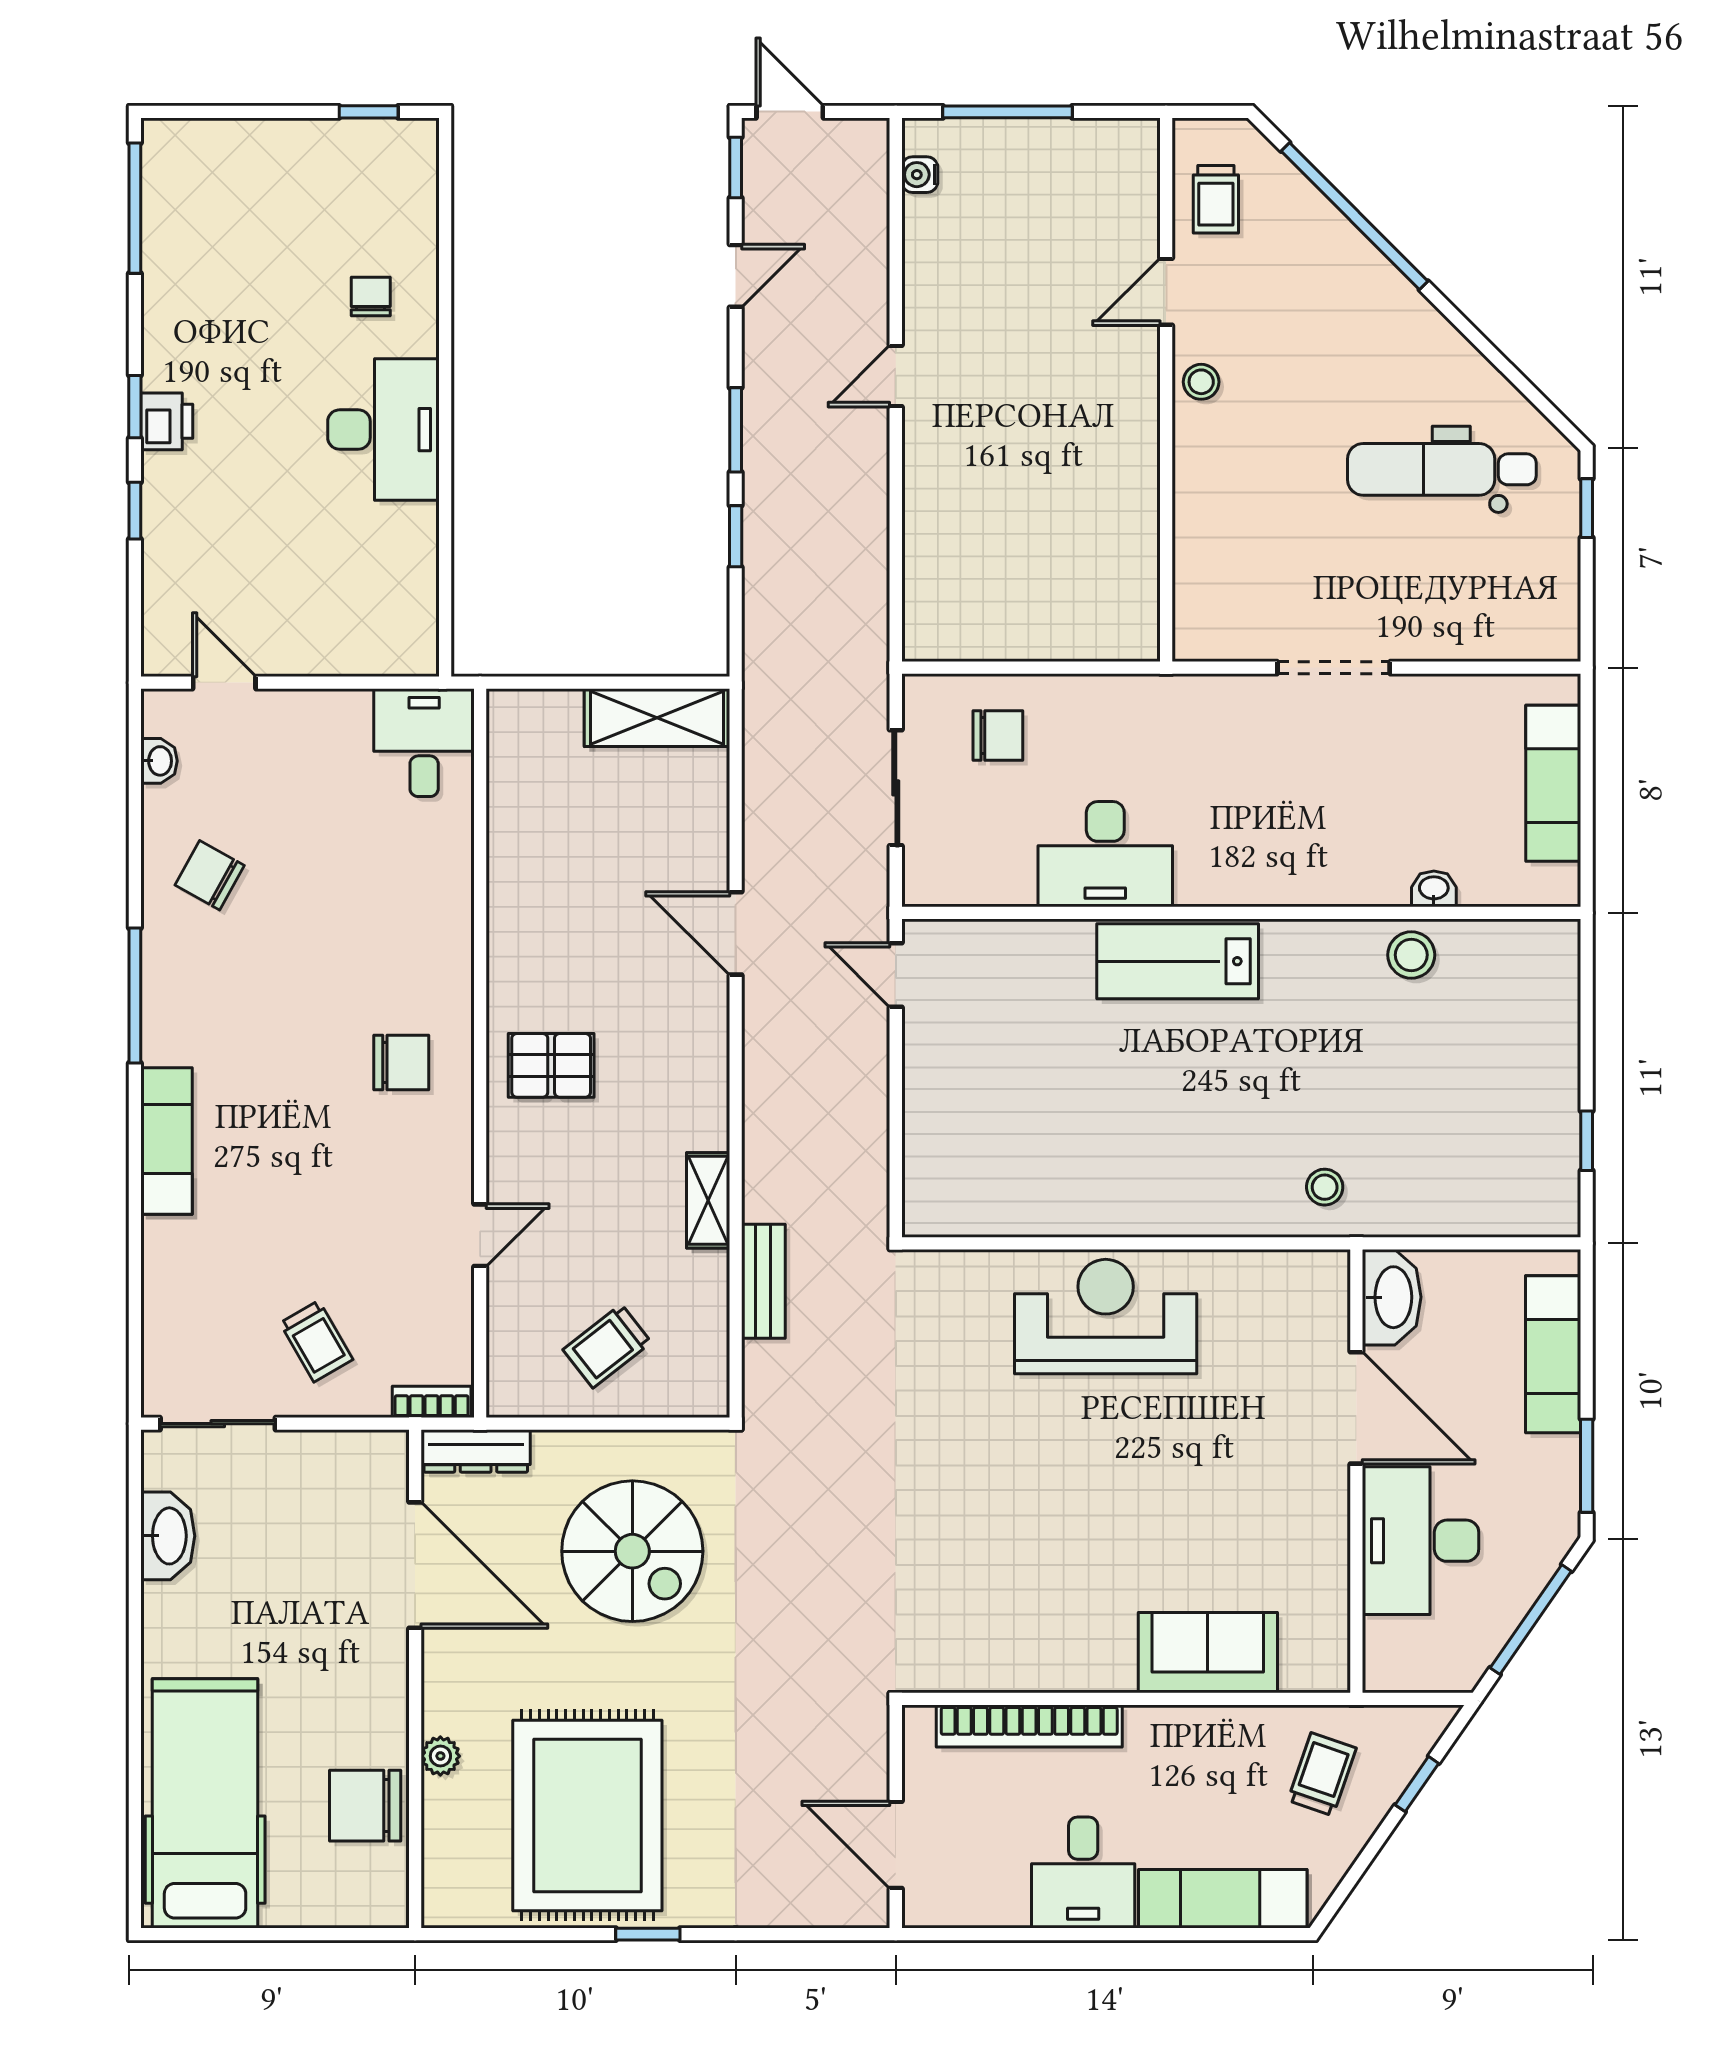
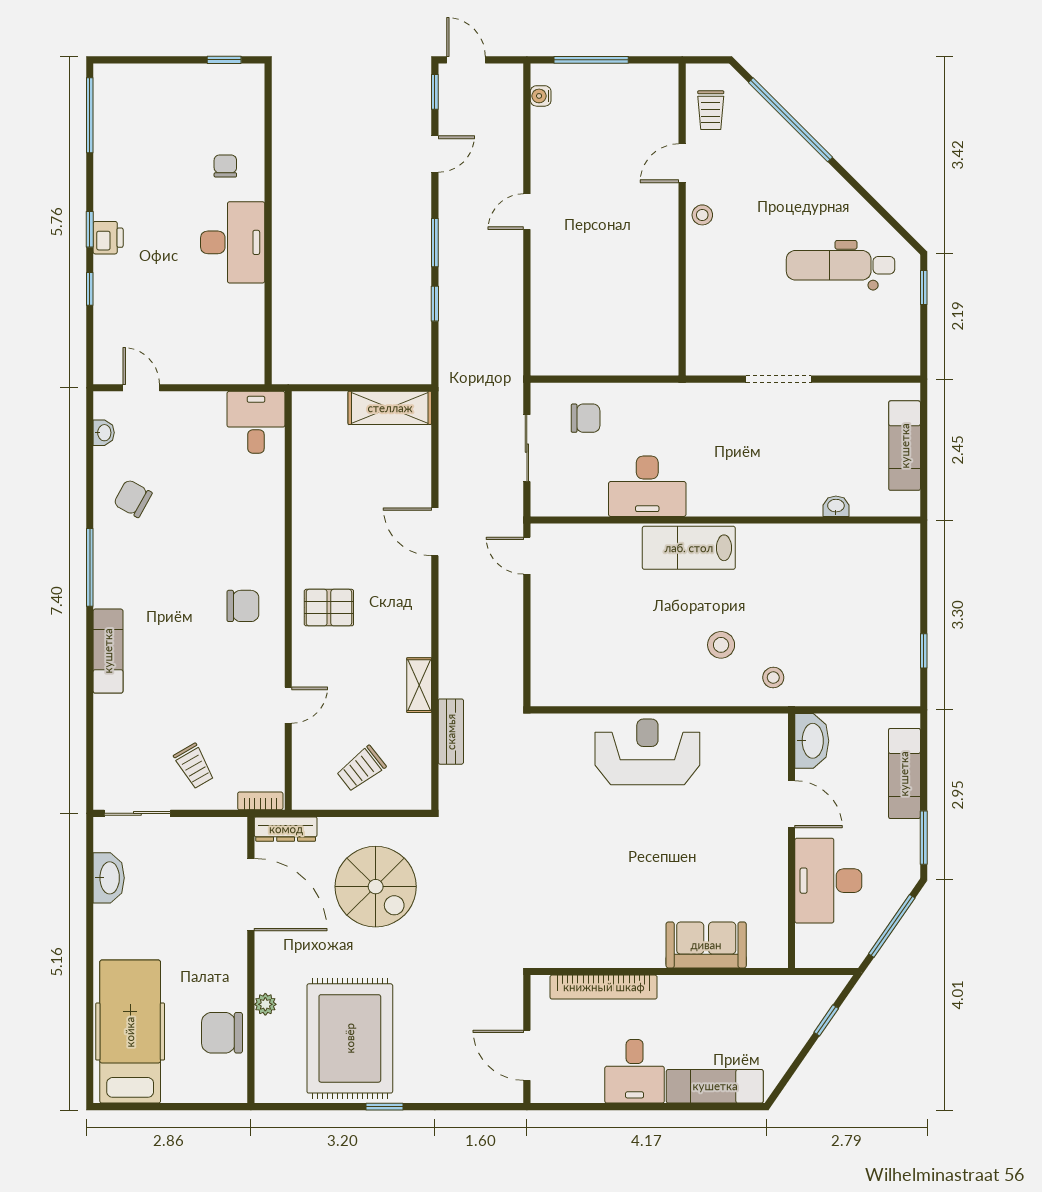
stool: (1411, 955) -> (721, 645), moved
door: (1356, 1408) -> (791, 804), width x0.73
trolley: (1322, 1774) -> (772, 1015), removed

